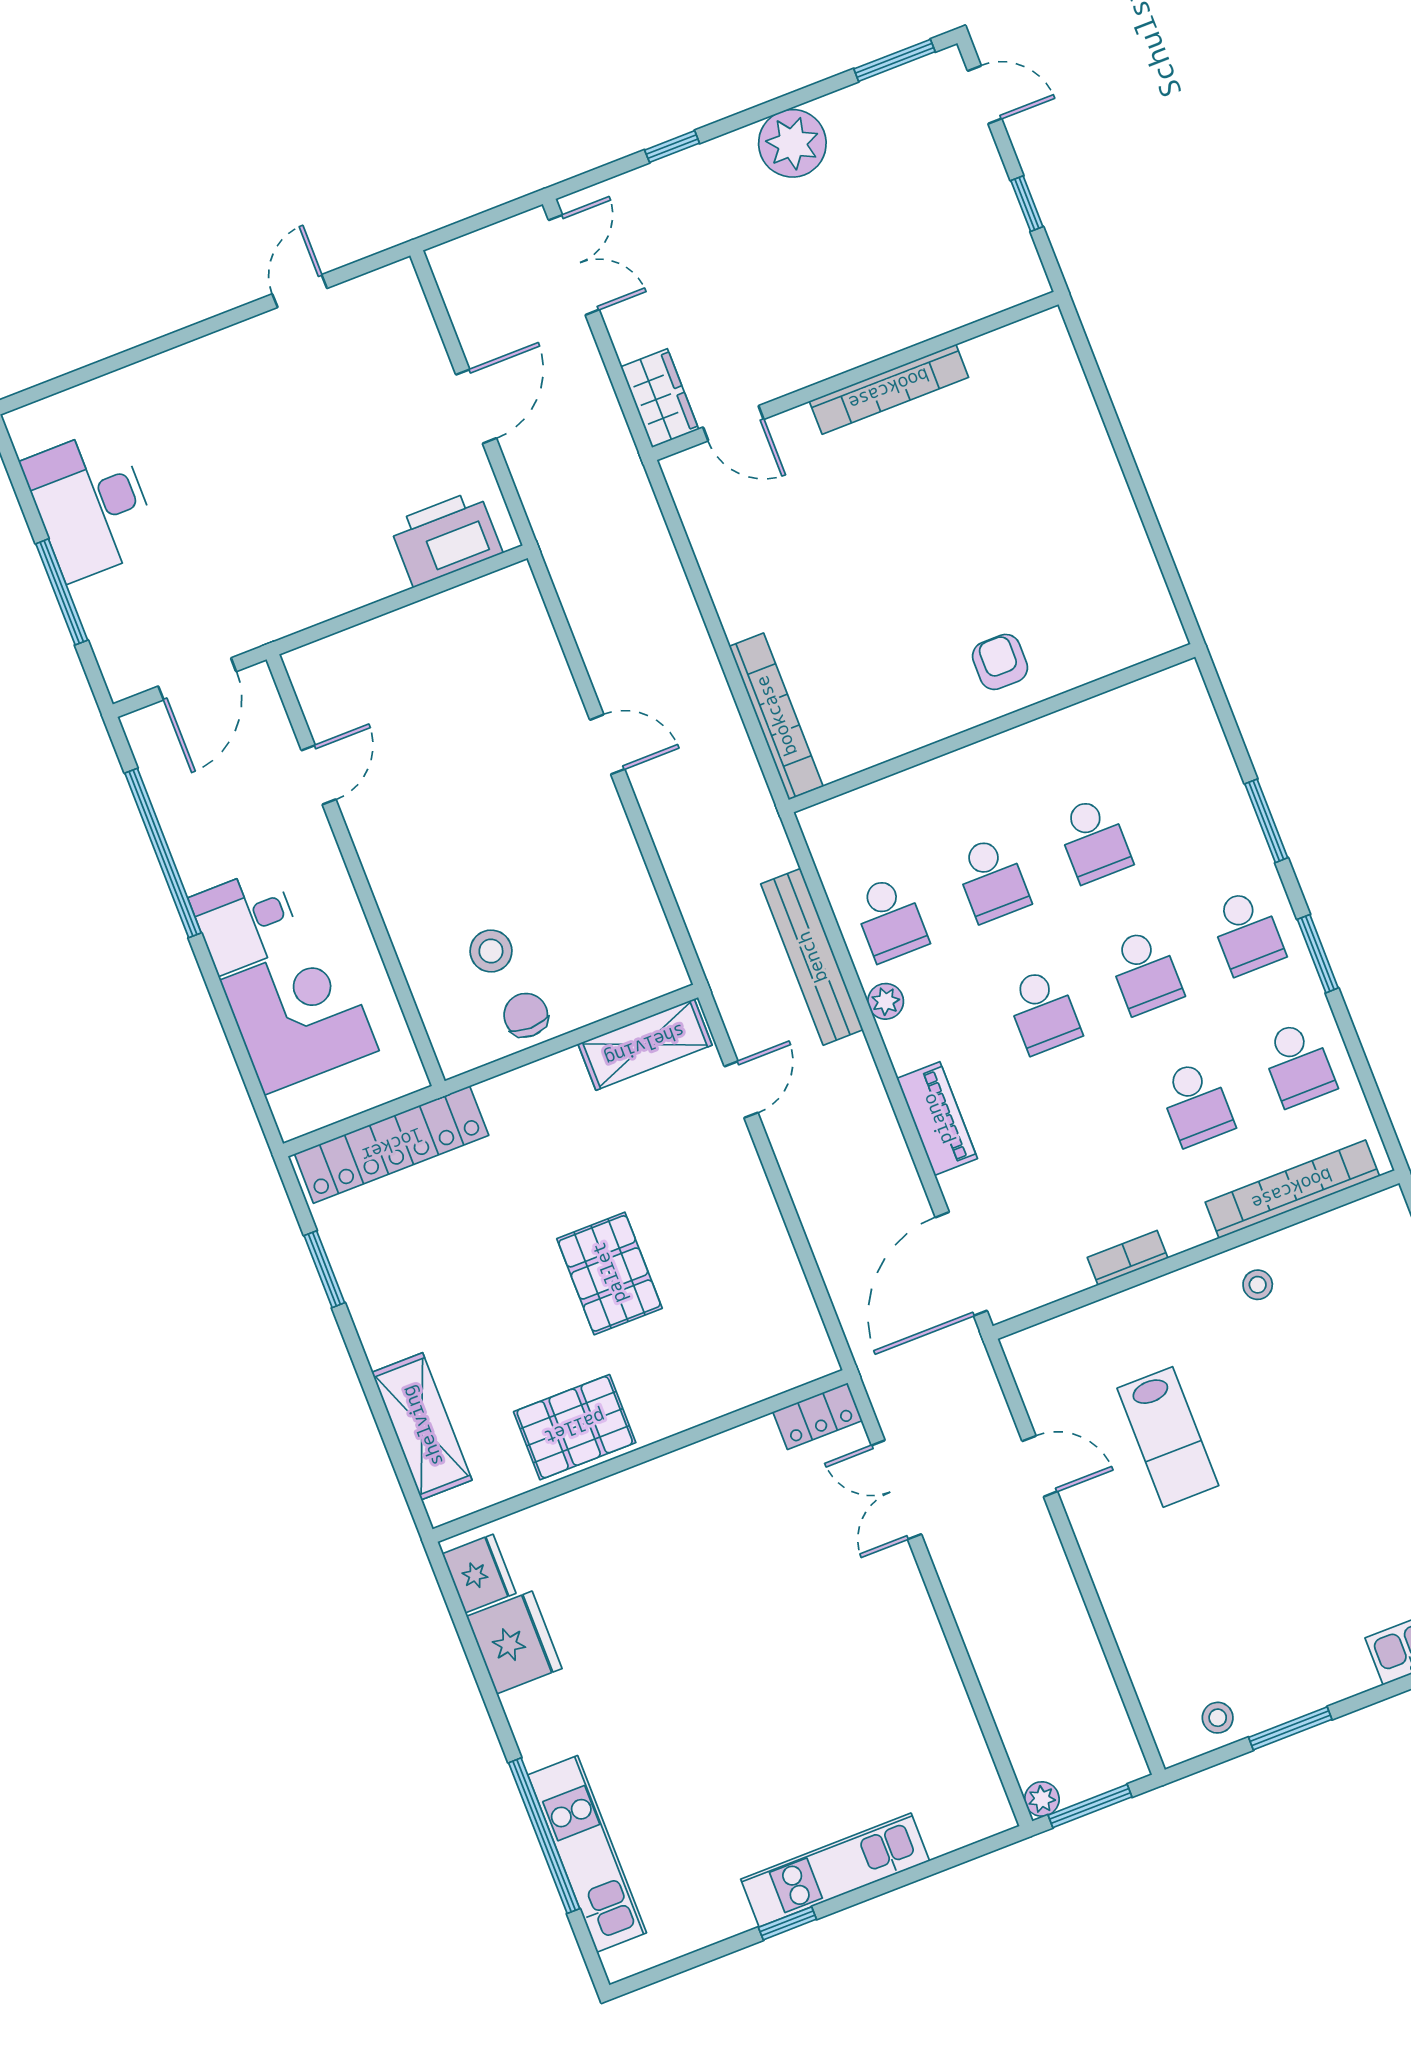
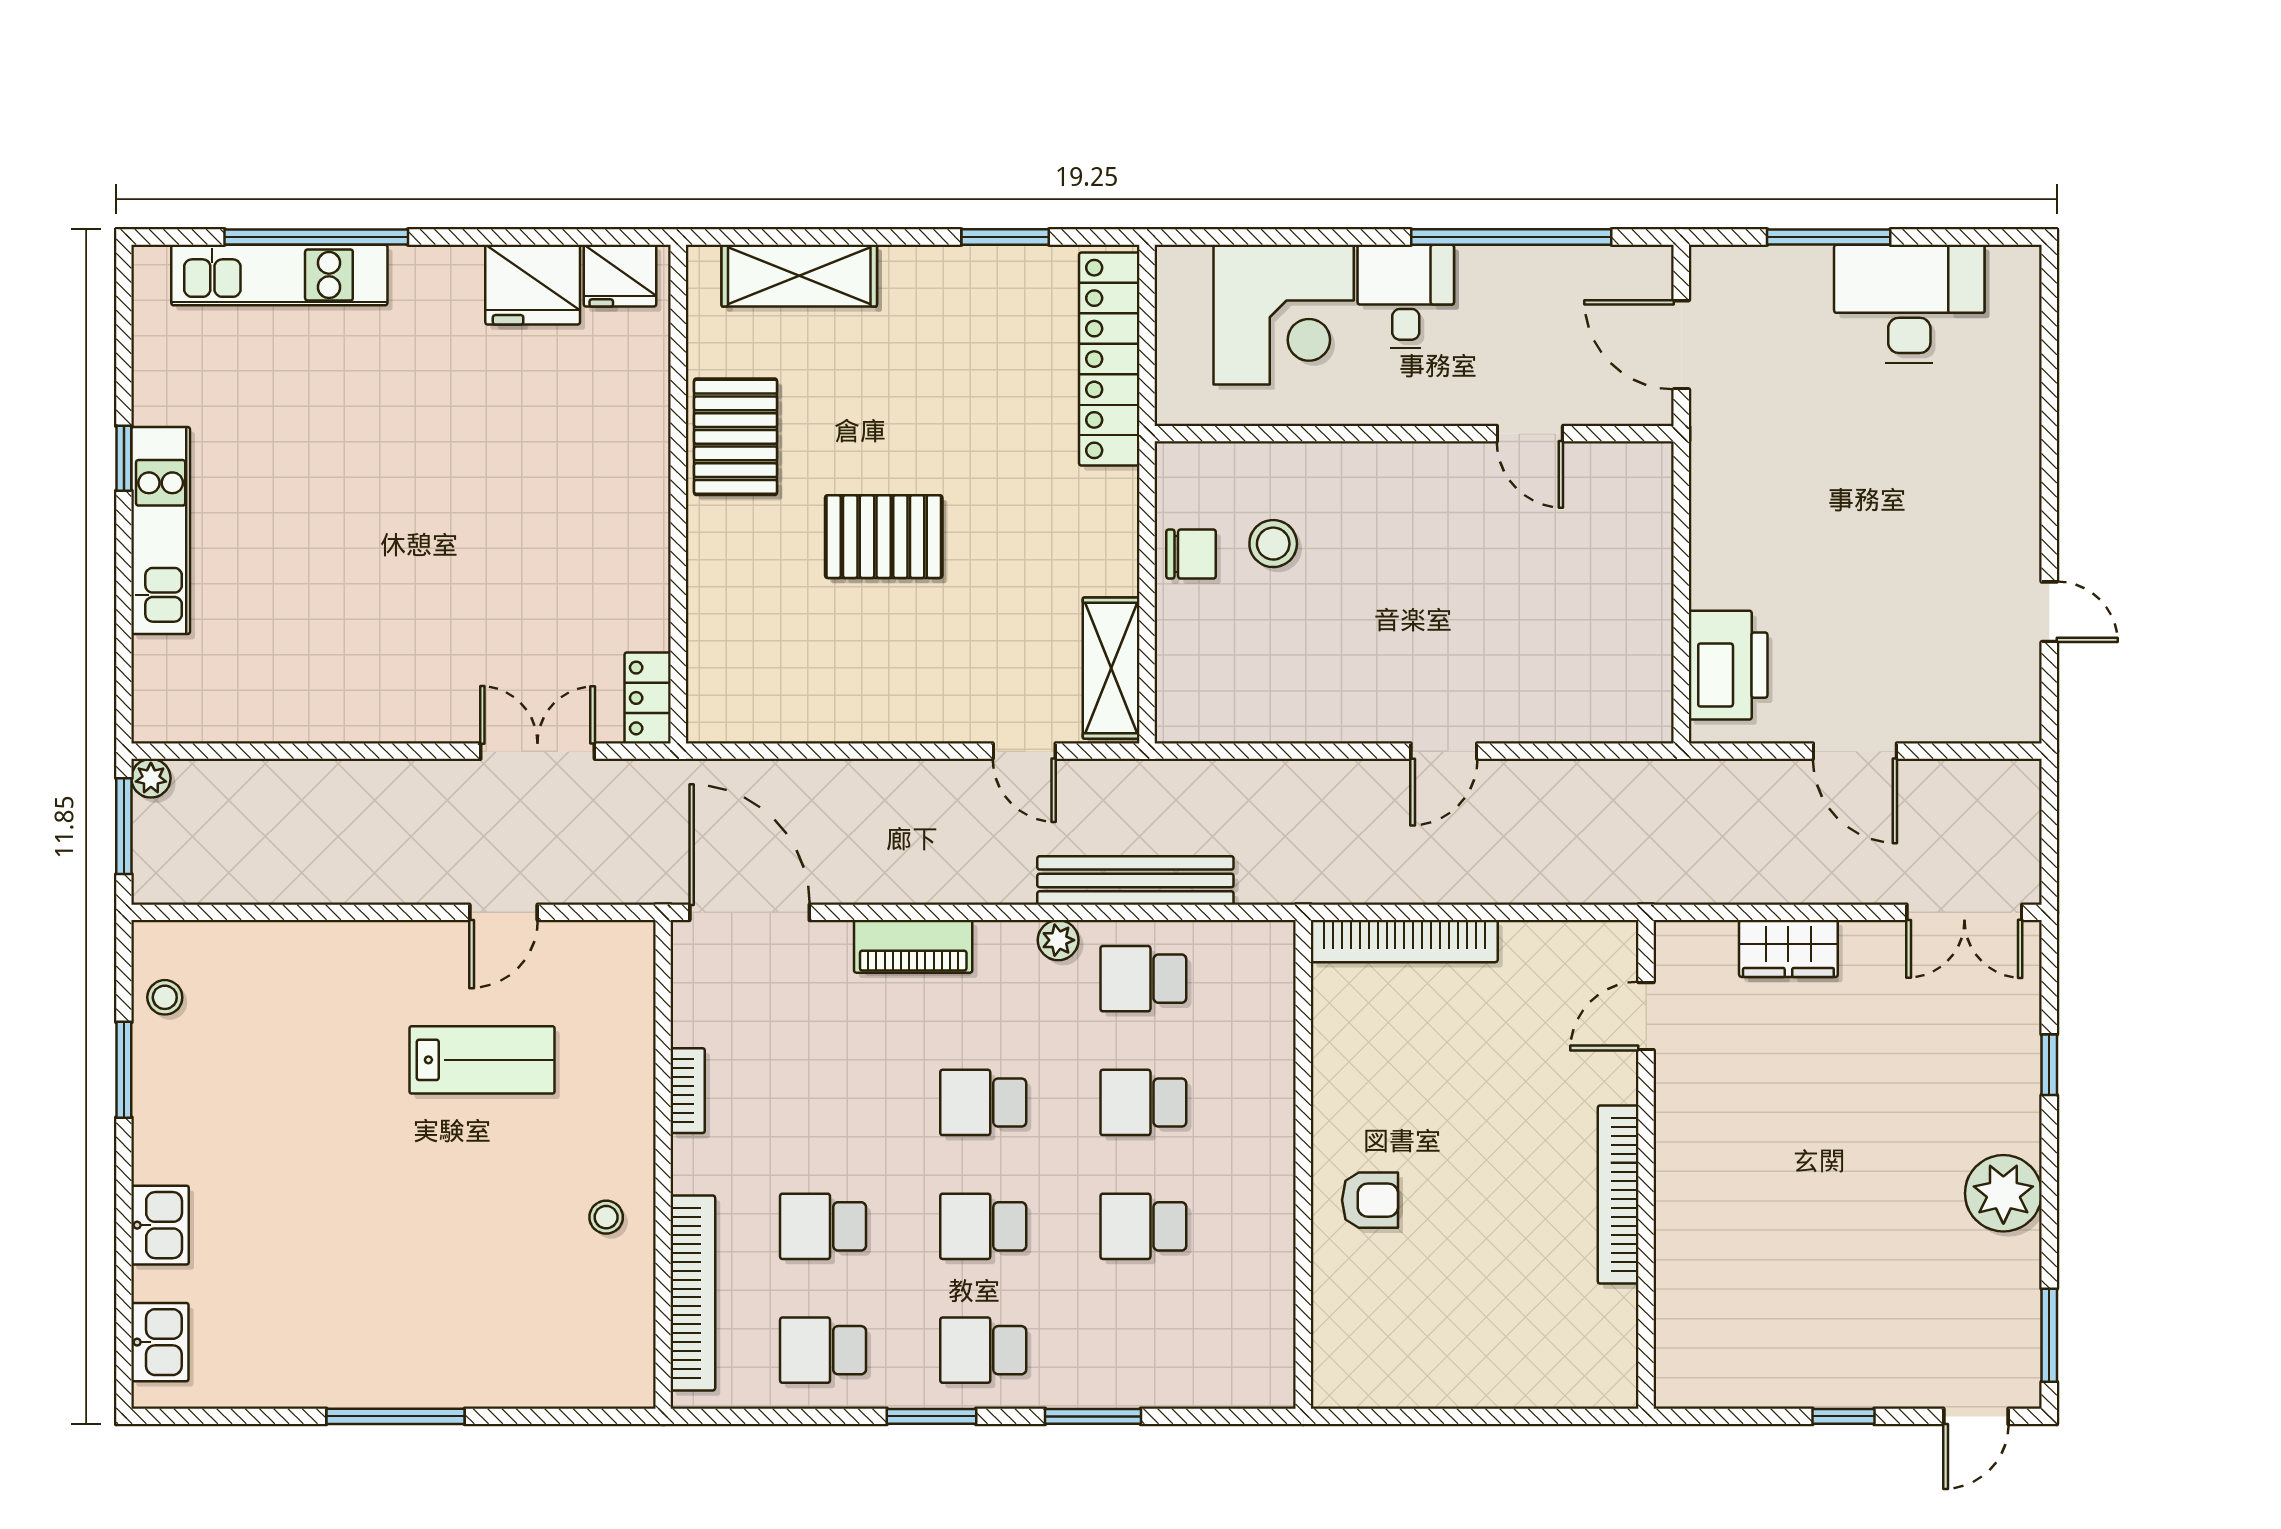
wall: (855, 376) -> (1646, 1164), moved
bookcase: (889, 389) -> (1618, 1195), moved
door: (733, 423) -> (1646, 1016), moved
lab bench: (1168, 1437) -> (482, 1060), turned 180

